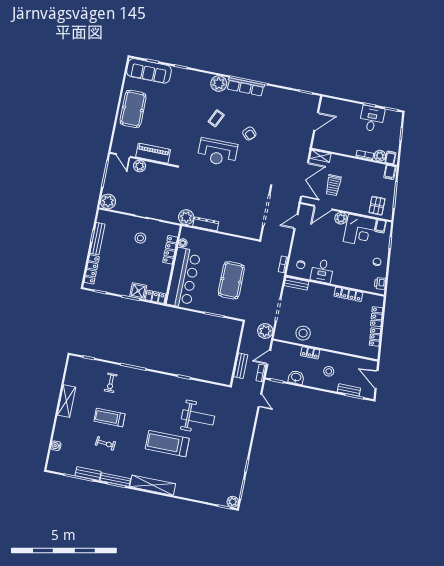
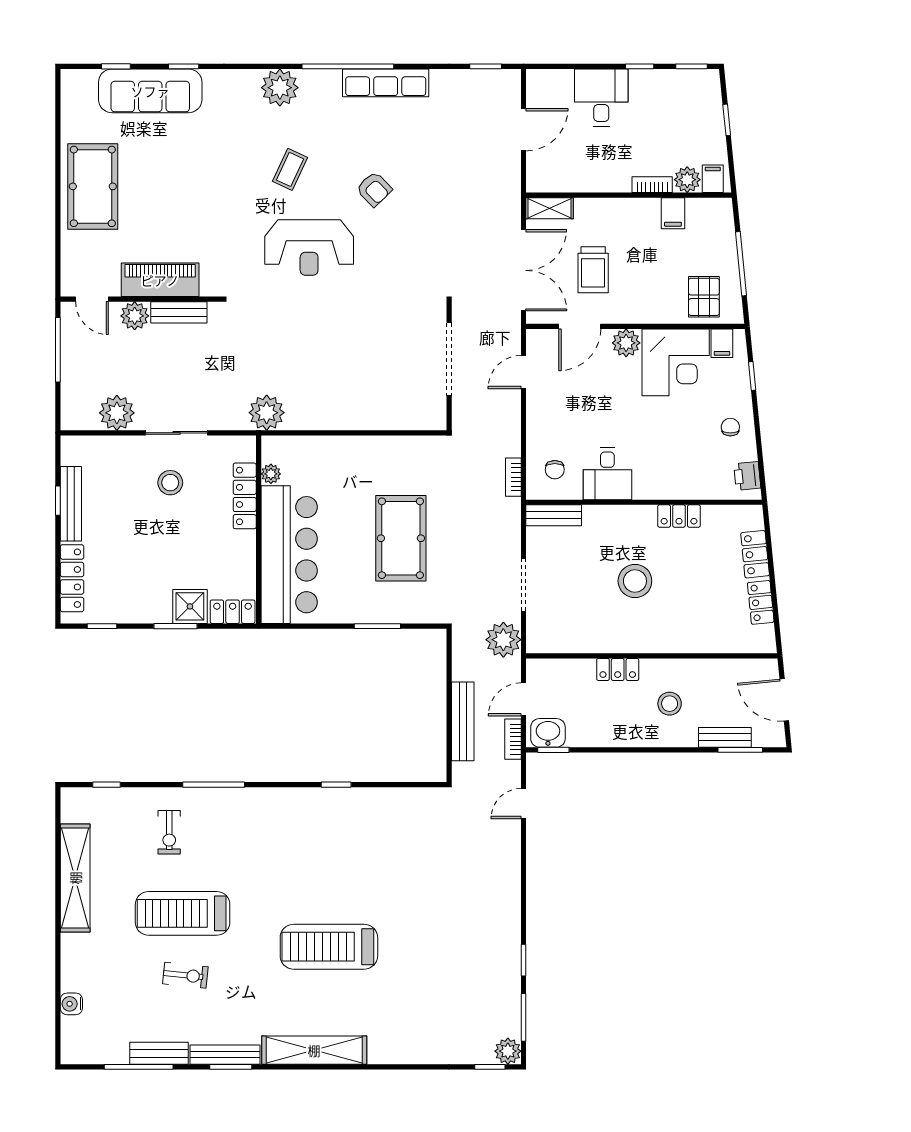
sofa: (149, 71) -> (150, 91), moved
row of seats: (246, 87) -> (386, 83), moved
desk: (372, 119) -> (601, 98), moved
bench: (158, 168) -> (179, 312), added
filing cabinet: (390, 172) -> (673, 213), moved
plant: (108, 201) -> (117, 413), moved
dresser: (206, 224) -> (315, 419), removed
locker: (348, 294) -> (679, 516), width x0.66
stool: (303, 333) -> (635, 581), moved
bench: (241, 366) -> (463, 721), width x1.36
washbasin: (296, 377) -> (548, 733), moved
shelving: (67, 401) -> (75, 878), width x1.47
door: (260, 401) -> (524, 804), swing flipped
weight bench: (198, 417) -> (388, 872), removed
treadmill: (109, 418) -> (183, 913), width x1.37, depth x1.38

